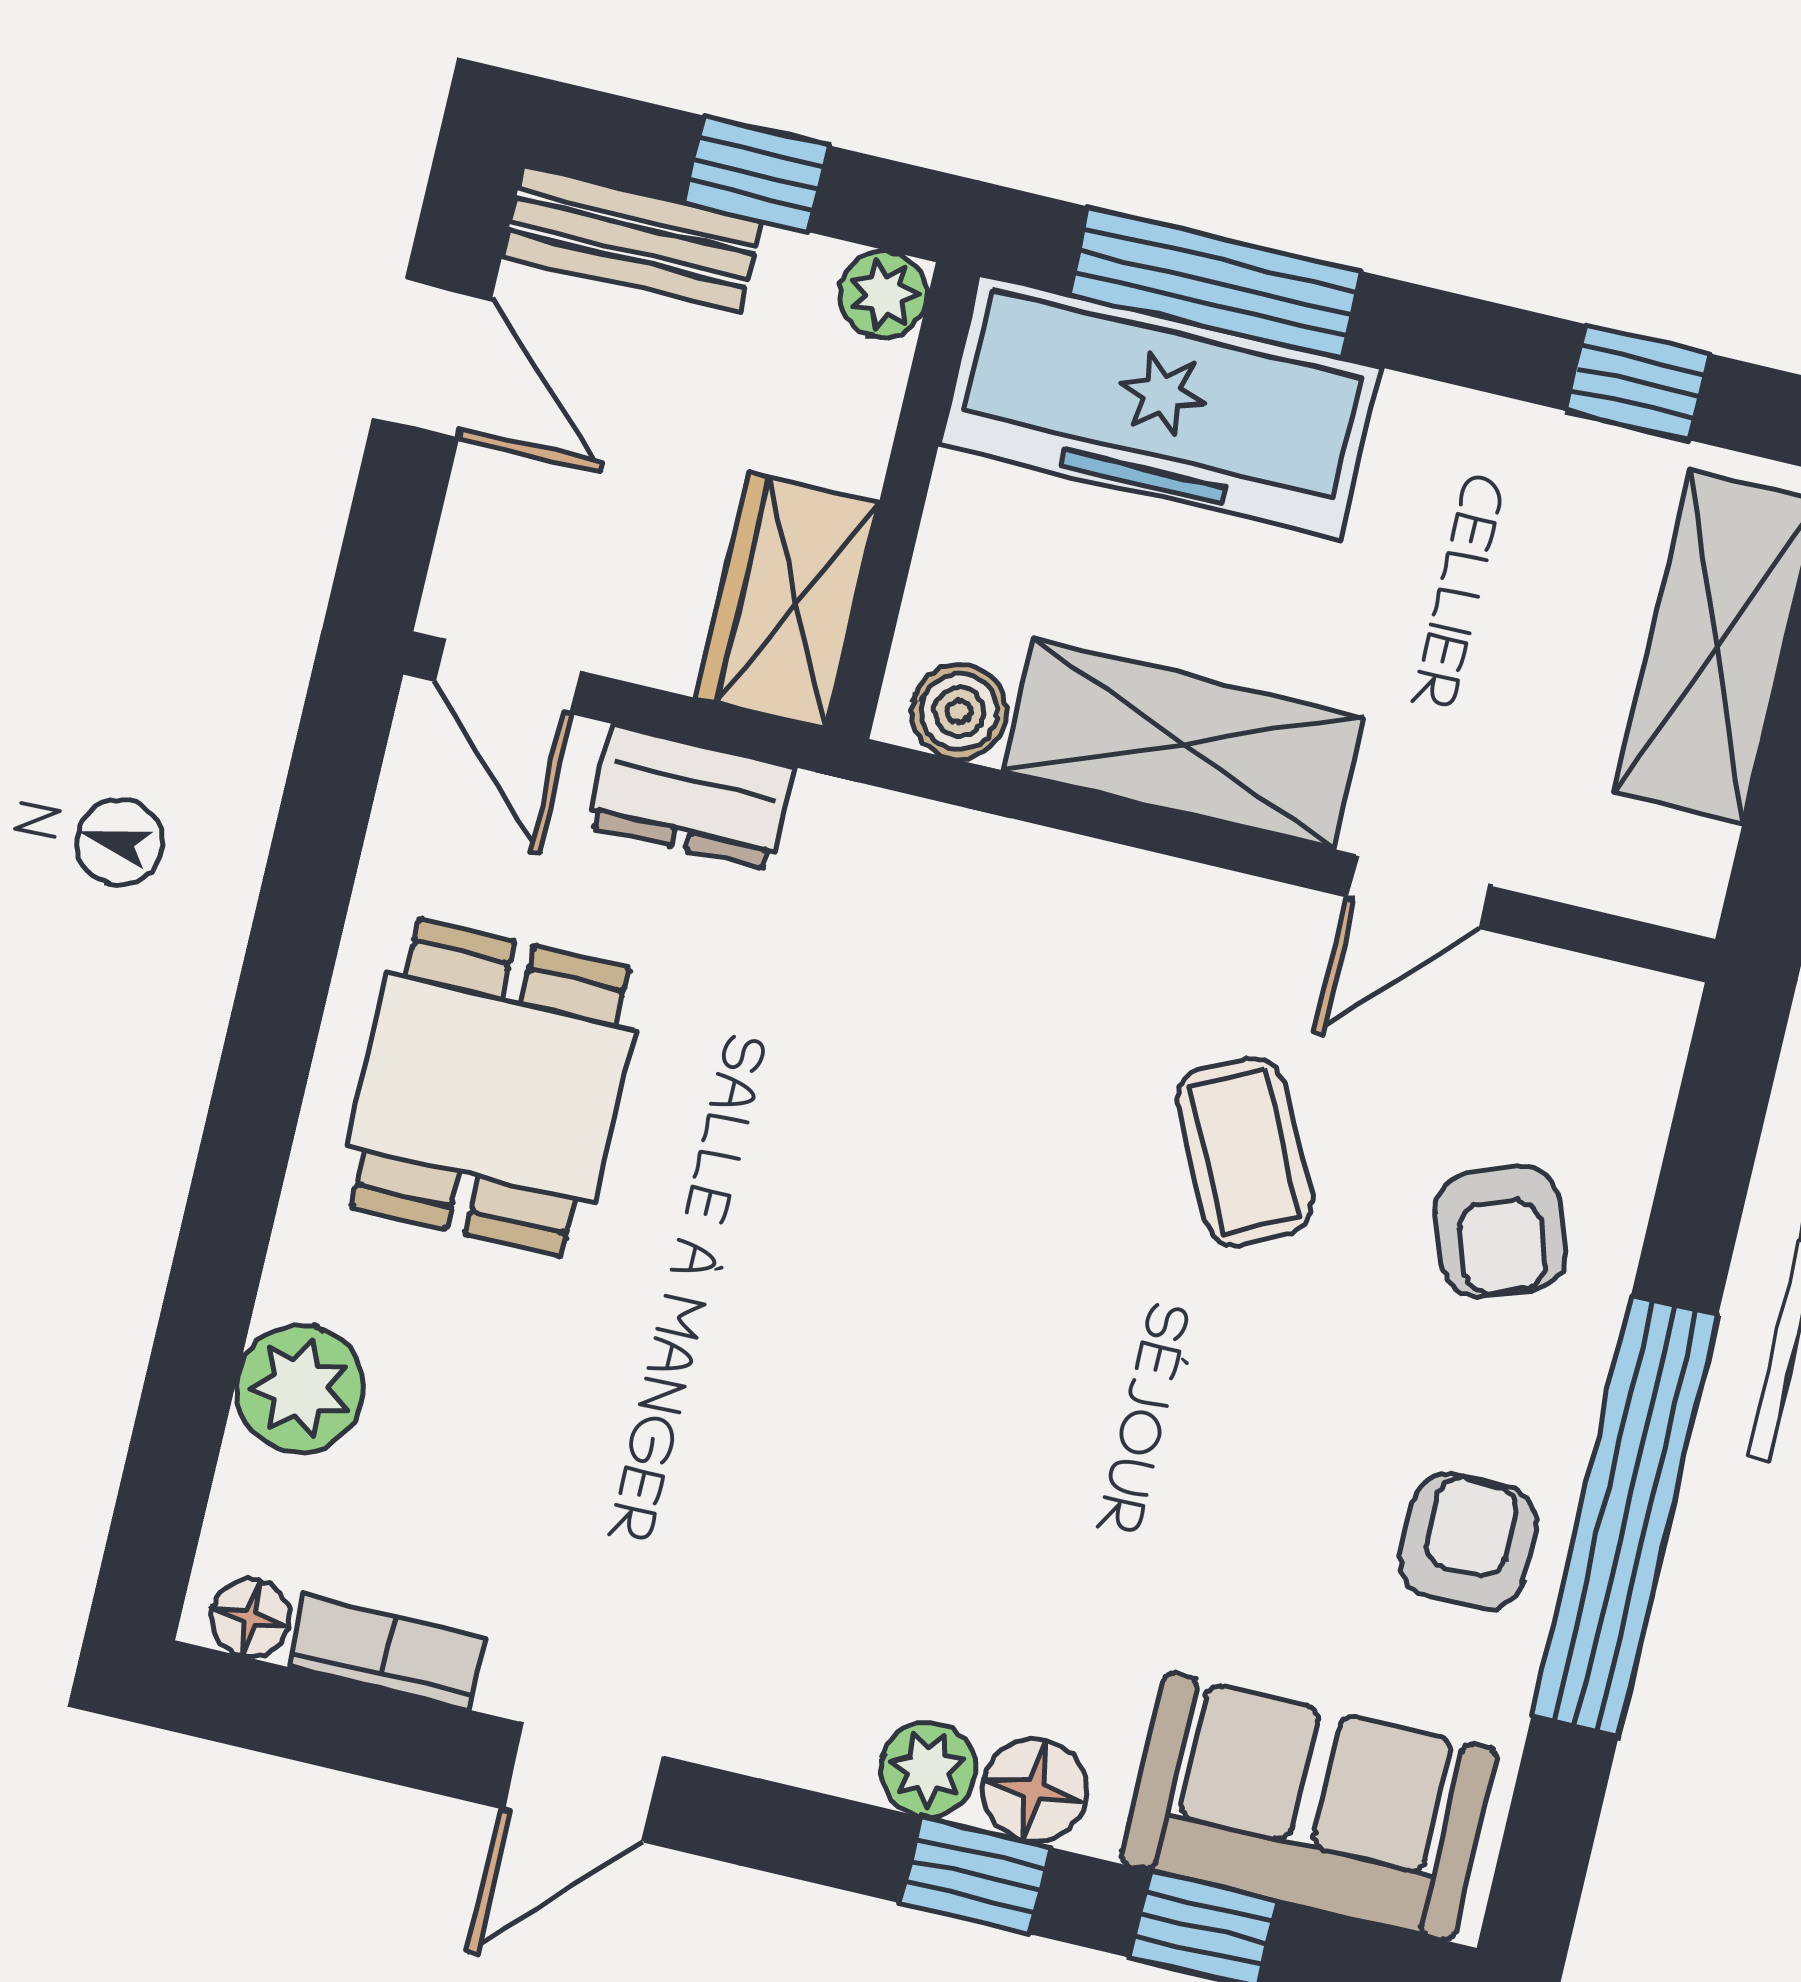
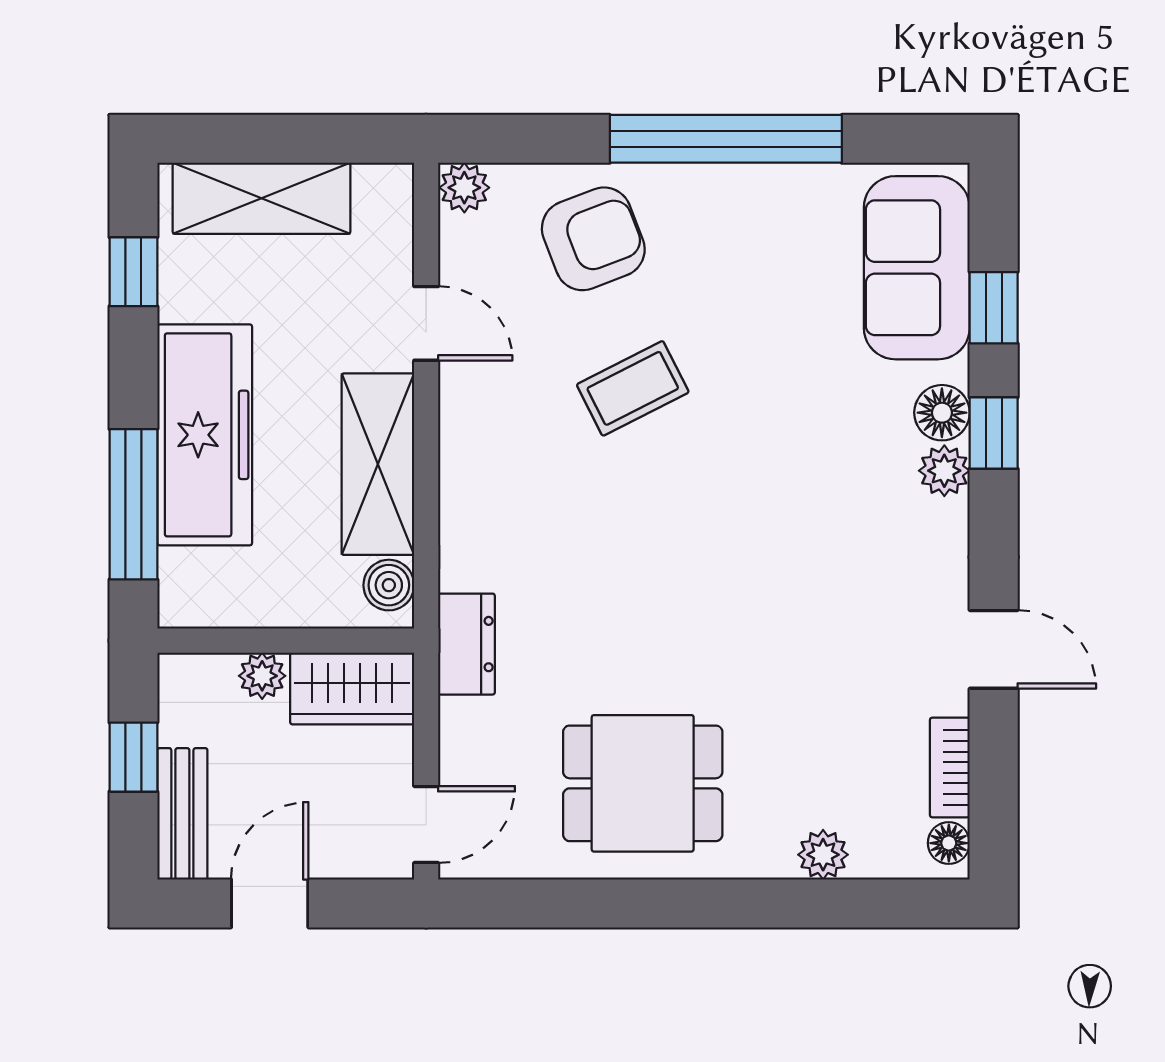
plant: (884, 294) -> (262, 676), moved
freezer: (1160, 406) -> (205, 435), moved
dresser: (691, 797) -> (466, 644), moved
plant: (1649, 1019) -> (464, 188), added
coffee table: (1245, 1152) -> (633, 388), moved
armchair: (1500, 1232) -> (593, 239), width x1.38, depth x1.38
plant: (300, 1388) -> (823, 855), width x0.73, depth x0.73
armchair: (1468, 1542) -> (759, 217), removed

